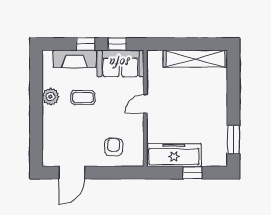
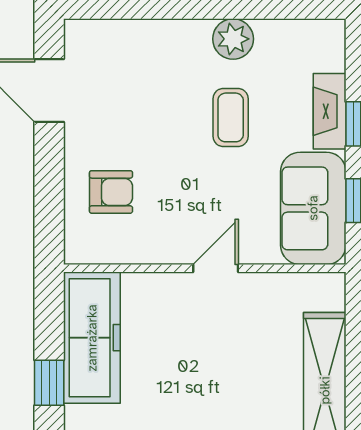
fireplace: (75, 59) -> (330, 111), width x0.73, depth x0.76
door: (145, 104) -> (216, 268), hinge flipped

